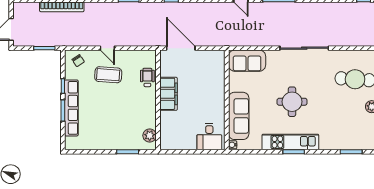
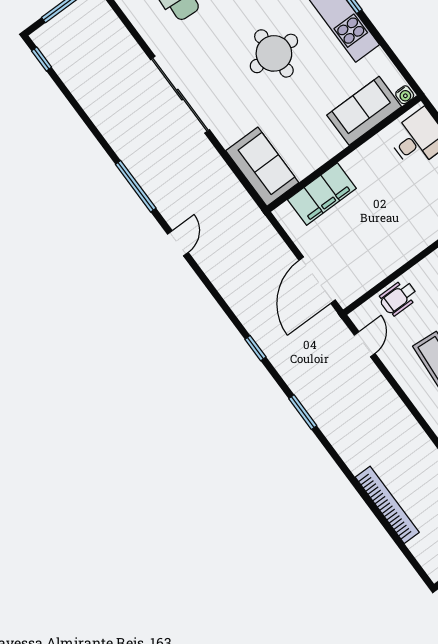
door: (107, 48) -> (365, 344), moved
filing cabinet: (168, 94) -> (322, 194), moved, turned 180
sofa: (239, 116) -> (364, 111), width x0.73

